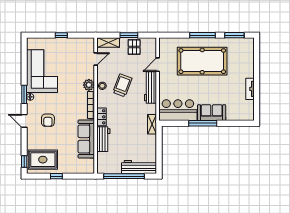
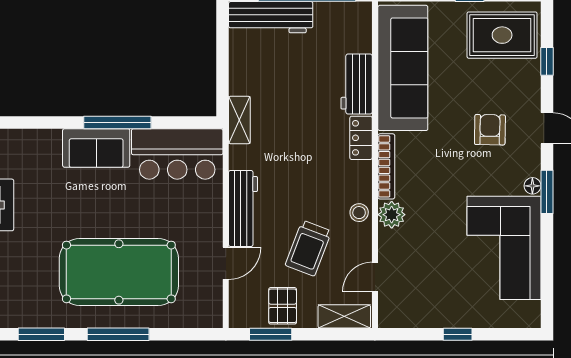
window: (129, 35) -> (271, 334), moved
trolley: (122, 85) -> (308, 248), moved
sofa: (86, 139) -> (403, 68), width x1.36, depth x1.27
window: (24, 161) -> (547, 61), moved

